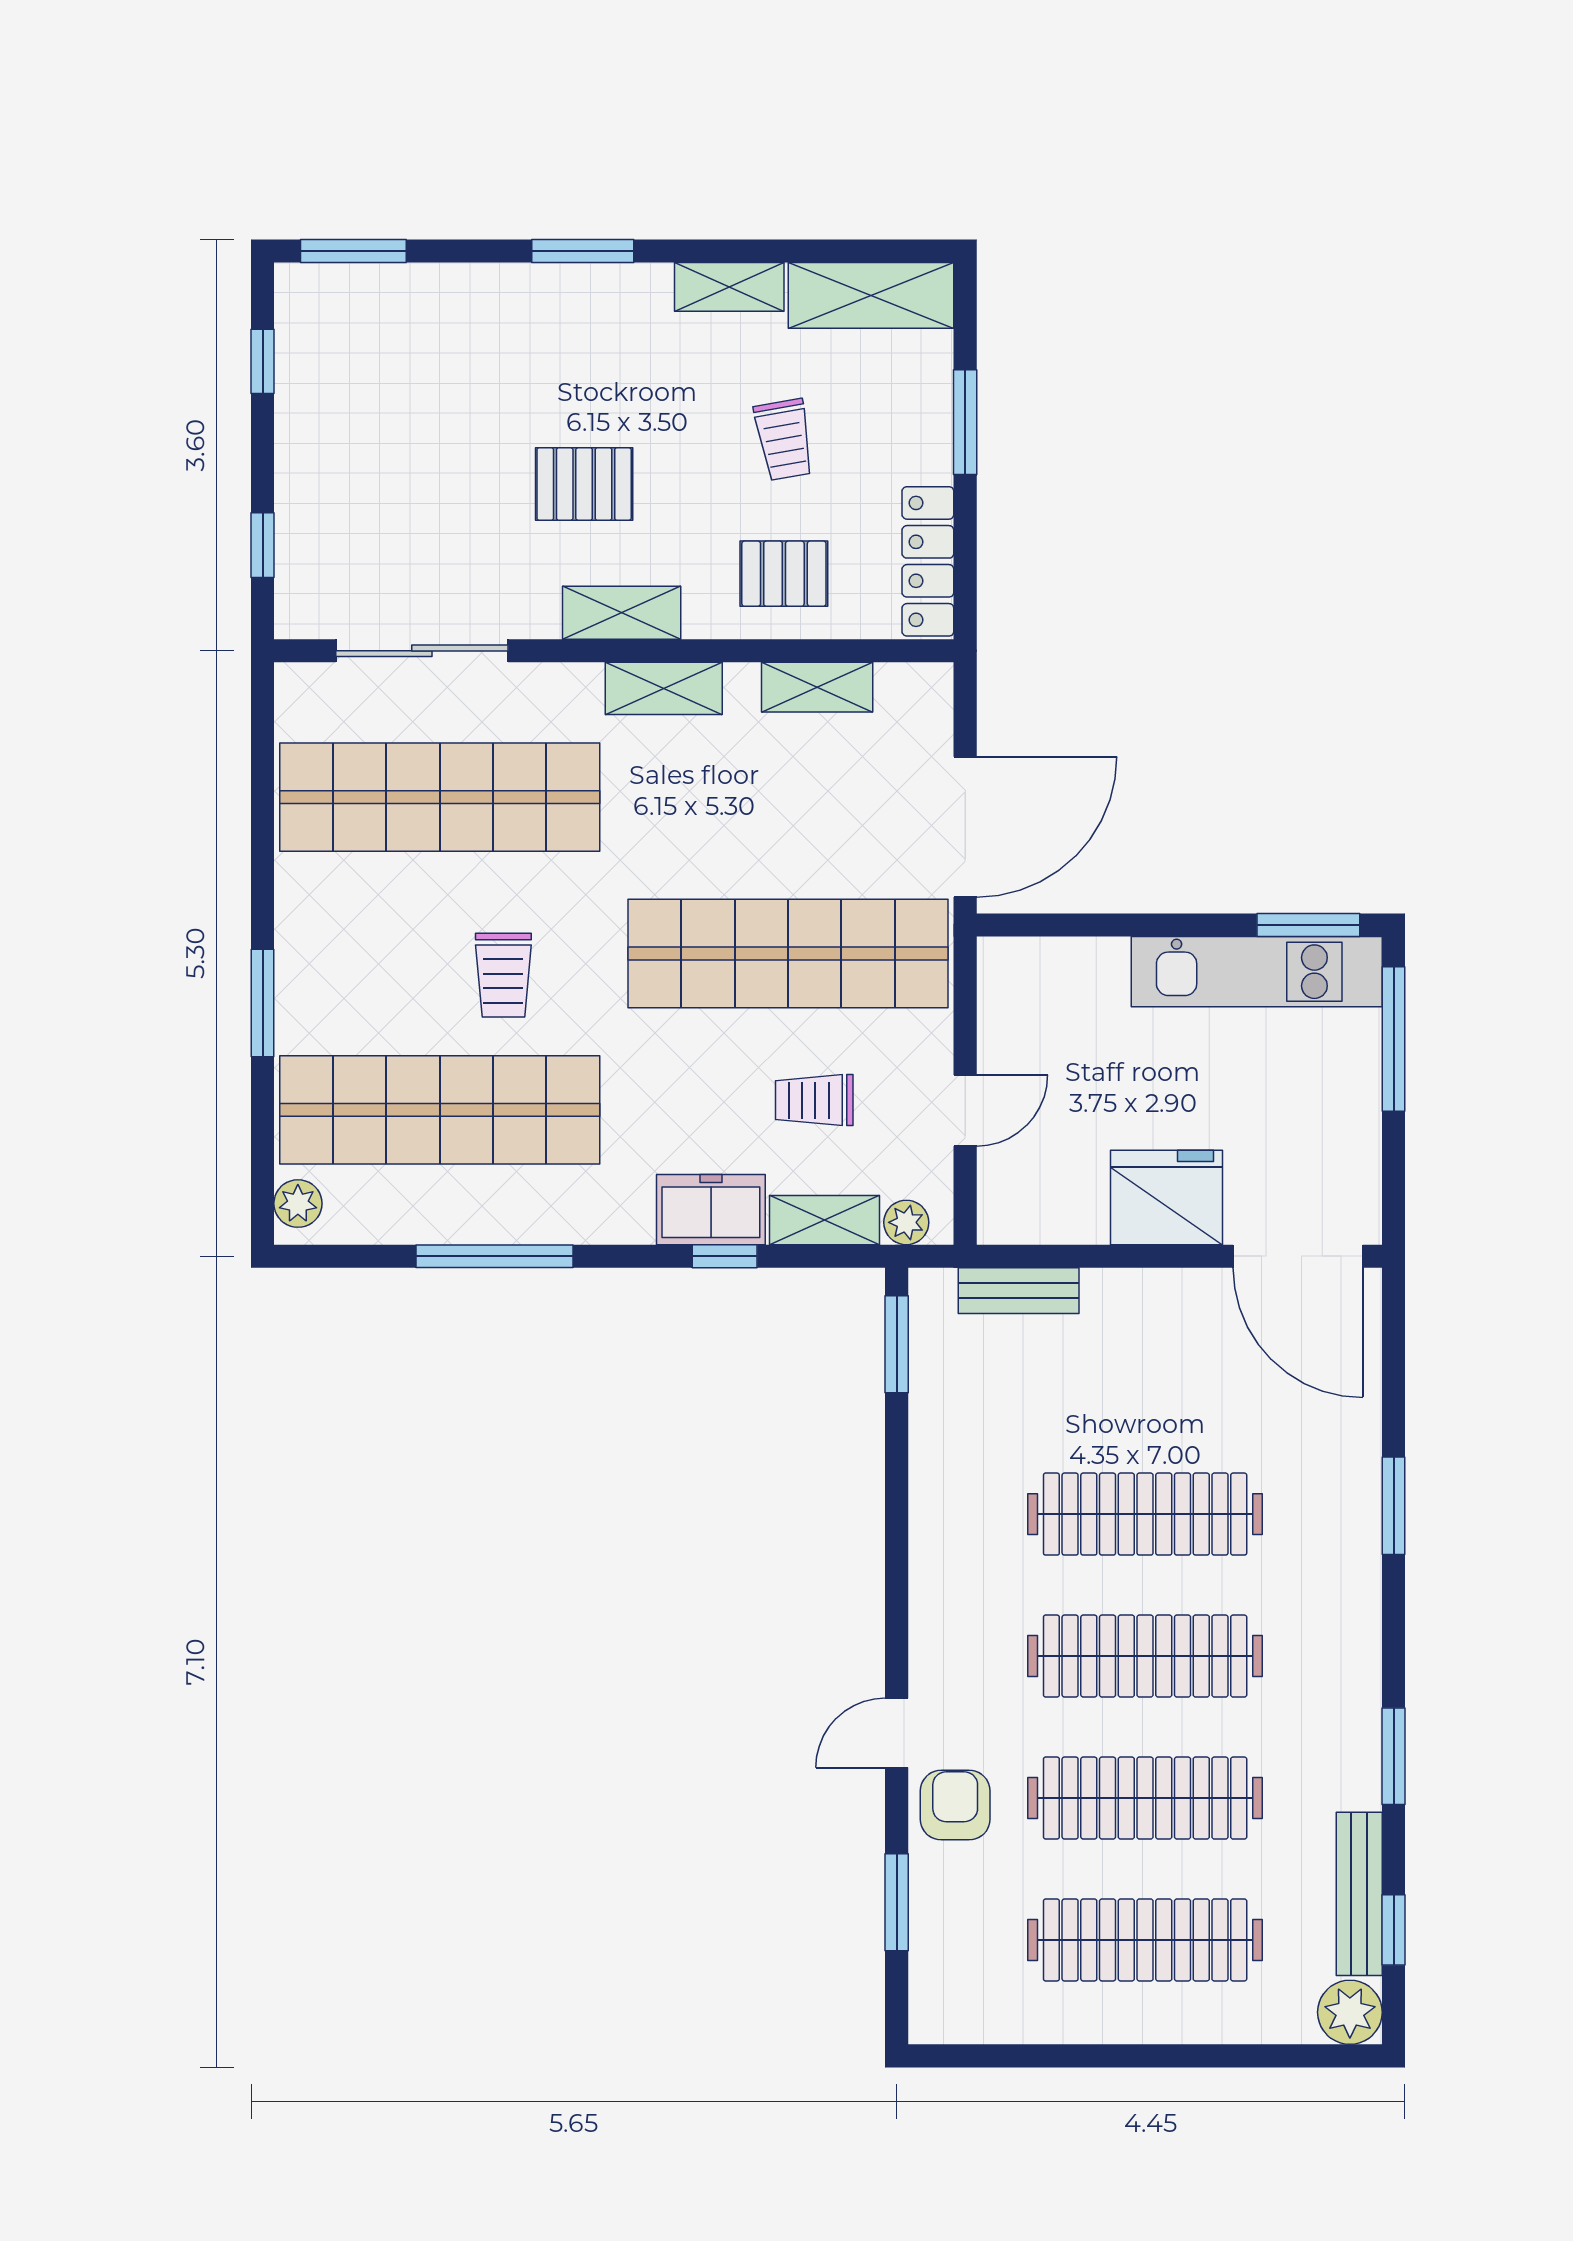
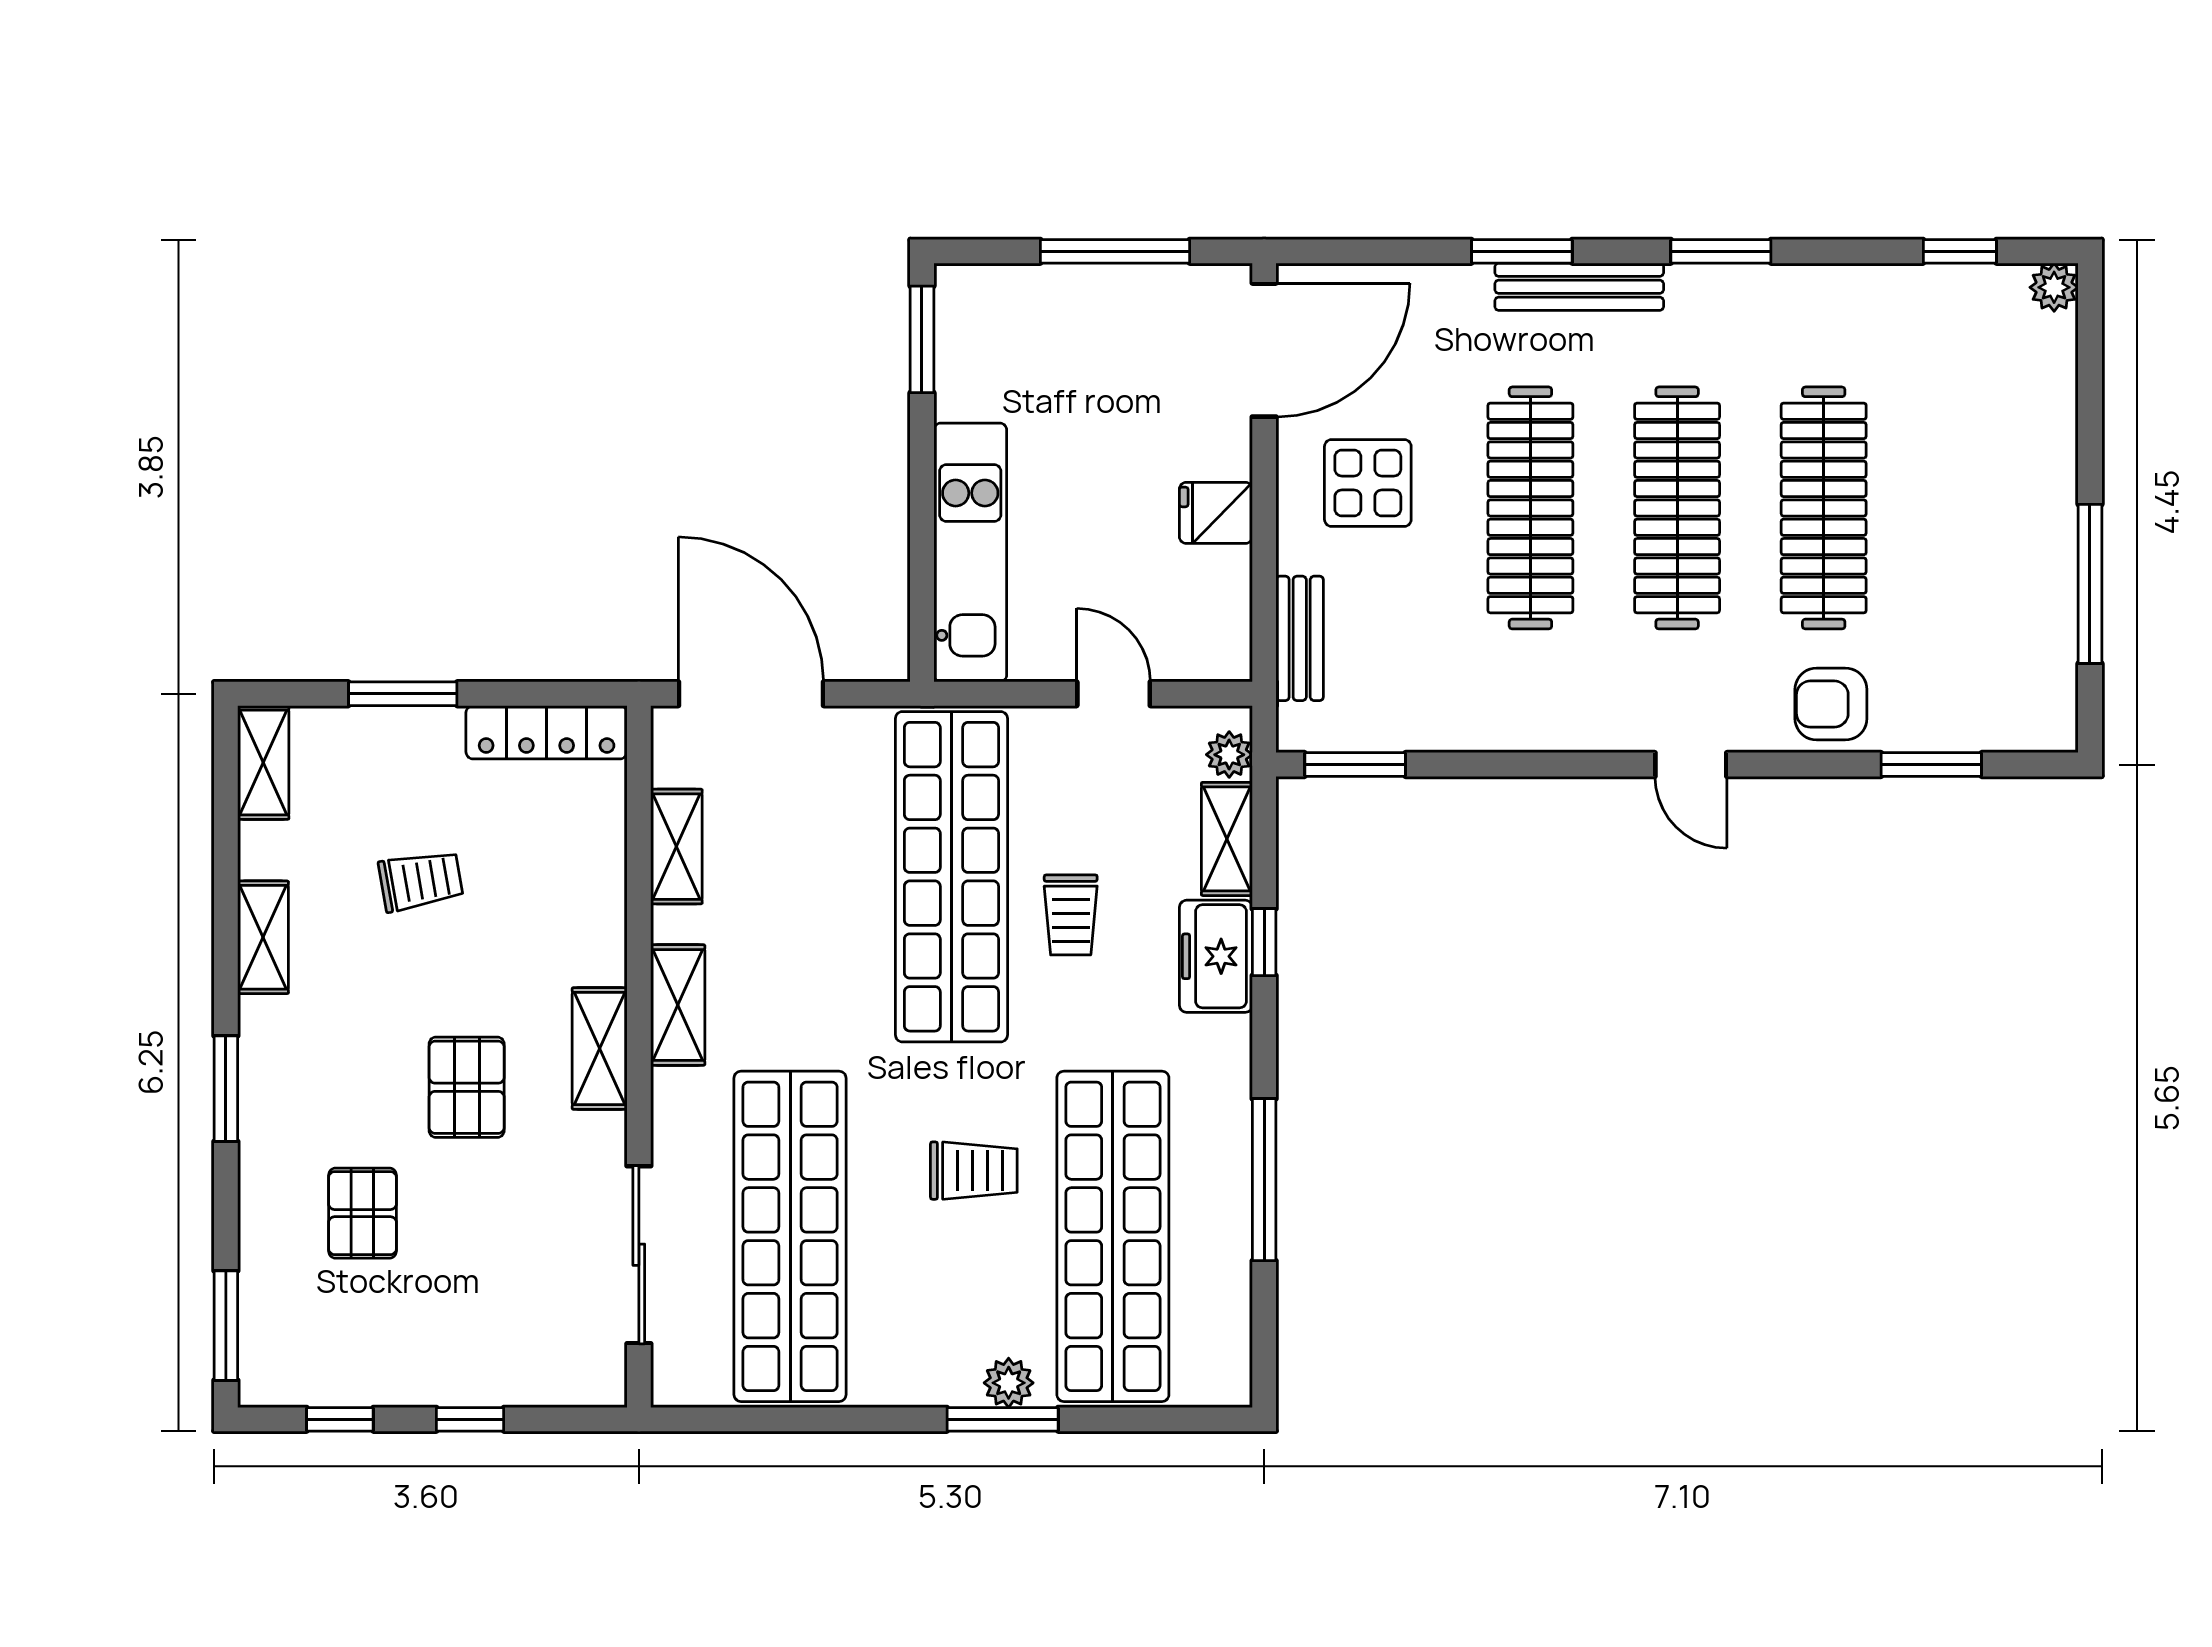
shelving: (871, 295) -> (263, 762), width x0.67, depth x0.75
window: (263, 545) -> (470, 1419), moved
pallet: (784, 574) -> (362, 1213), moved
door: (965, 827) -> (751, 694), moved
kitchen unit: (1257, 972) -> (970, 553), moved
window: (1394, 1039) -> (1115, 251), moved
trolley: (814, 1100) -> (1071, 915), moved
fridge: (1166, 1198) -> (1216, 513), width x0.53, depth x0.75
plant: (298, 1204) -> (1009, 1383), moved
display table: (1169, 1357) -> (1368, 483), added
door: (897, 1733) -> (1691, 765), moved
window: (1394, 1756) -> (1721, 251), moved
bench: (1359, 1894) -> (1579, 287), moved
clothes rail: (1145, 1940) -> (1970, 508), removed
plant: (1350, 2012) -> (2054, 287), width x0.73, depth x0.73
window: (1072, 2056) -> (2090, 584), added

